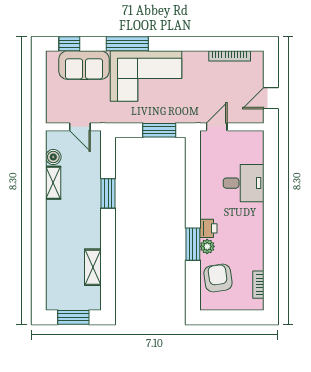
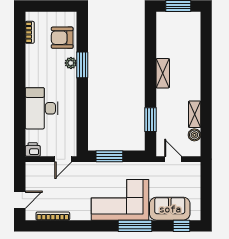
door: (271, 98) -> (20, 200), moved
desk: (244, 183) -> (42, 108), width x1.37
window: (108, 193) -> (150, 120), moved
printer: (208, 228) -> (33, 150), moved, turned 90
shelving: (93, 267) -> (163, 73), moved
armchair: (218, 278) -> (62, 38), turned 98

